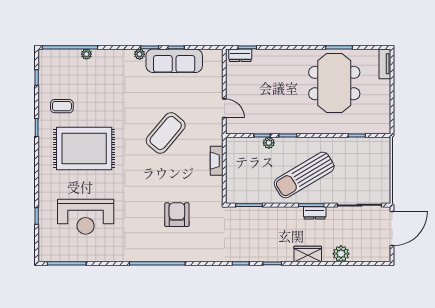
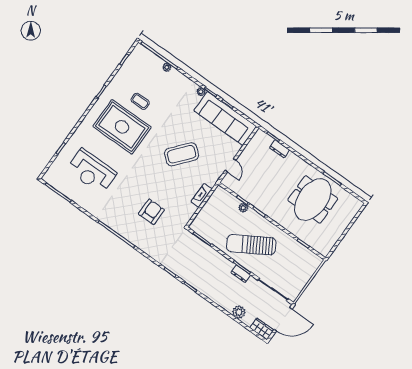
dresser: (240, 55) -> (280, 149), moved
sofa: (174, 61) -> (225, 118), width x1.36, depth x1.27
tv unit: (385, 64) -> (354, 210), removed
coffee table: (62, 106) -> (140, 101), moved
wardrobe: (308, 254) -> (262, 329), moved

